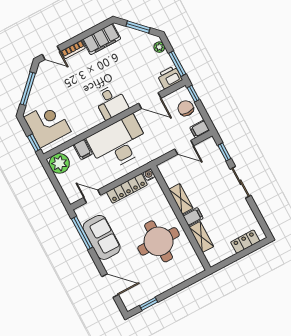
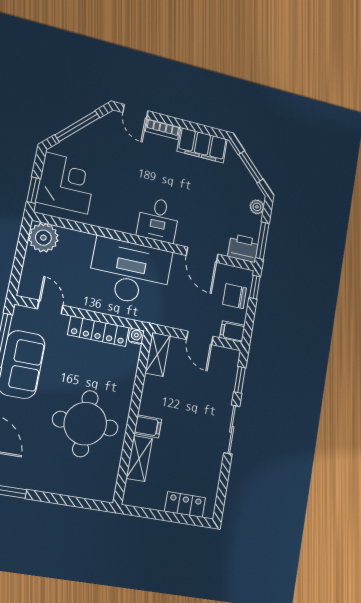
chair: (186, 108) -> (235, 296), turned -90
filing cabinet: (83, 149) -> (84, 245), removed
shelving: (181, 199) -> (158, 354), moved

